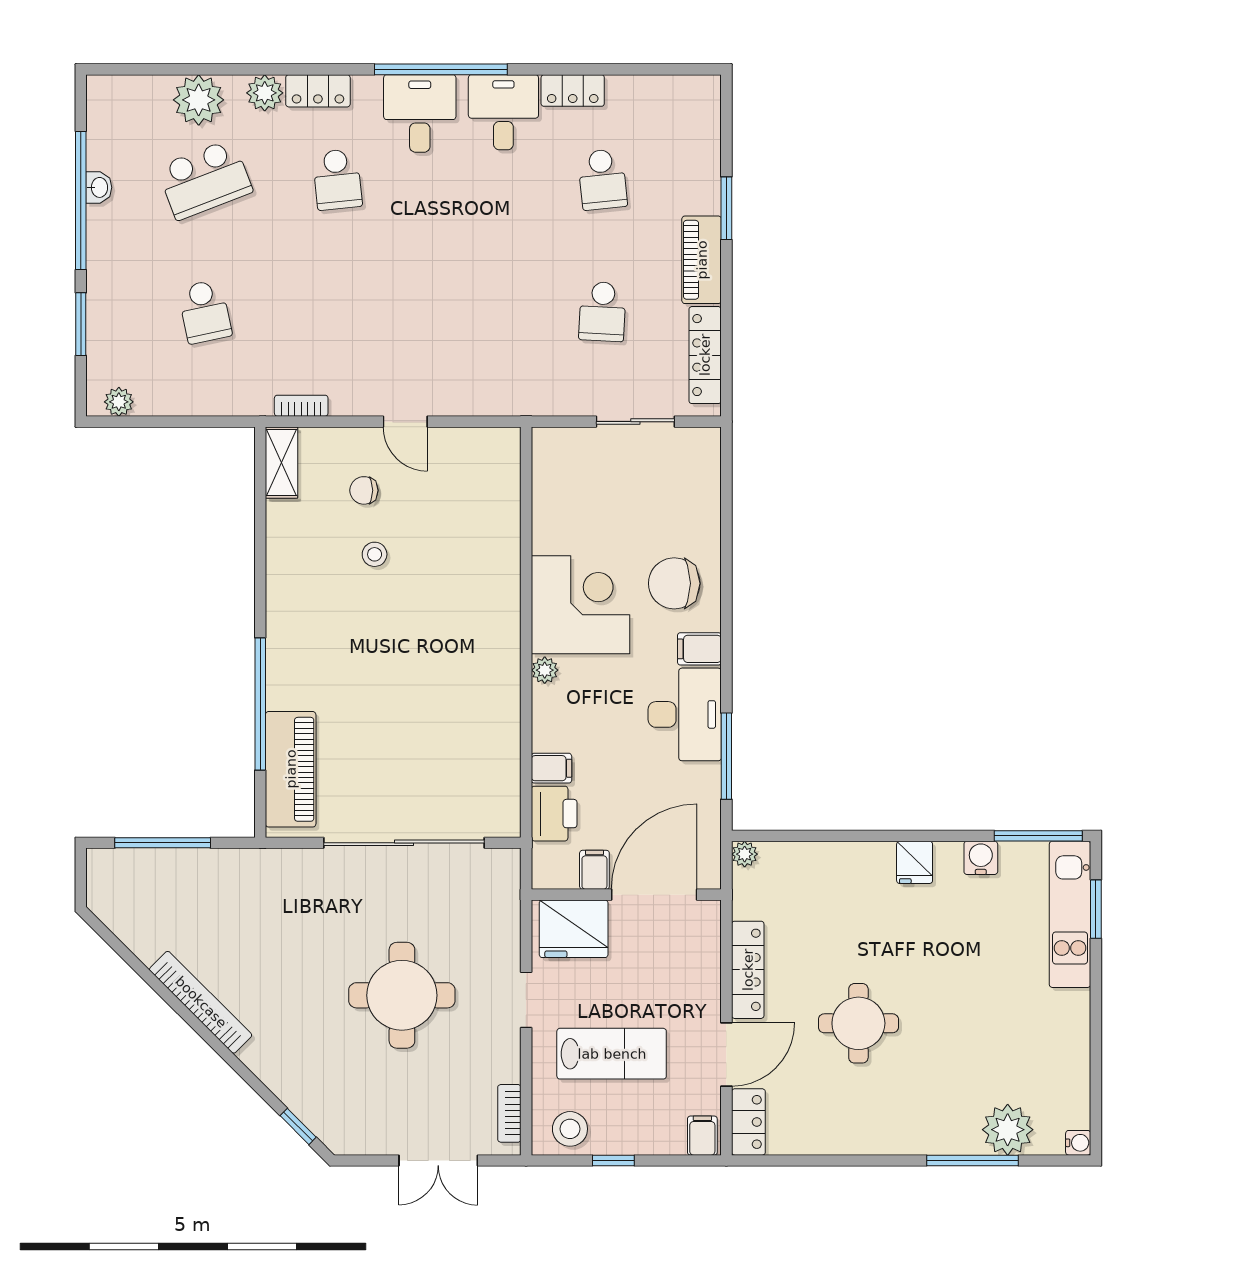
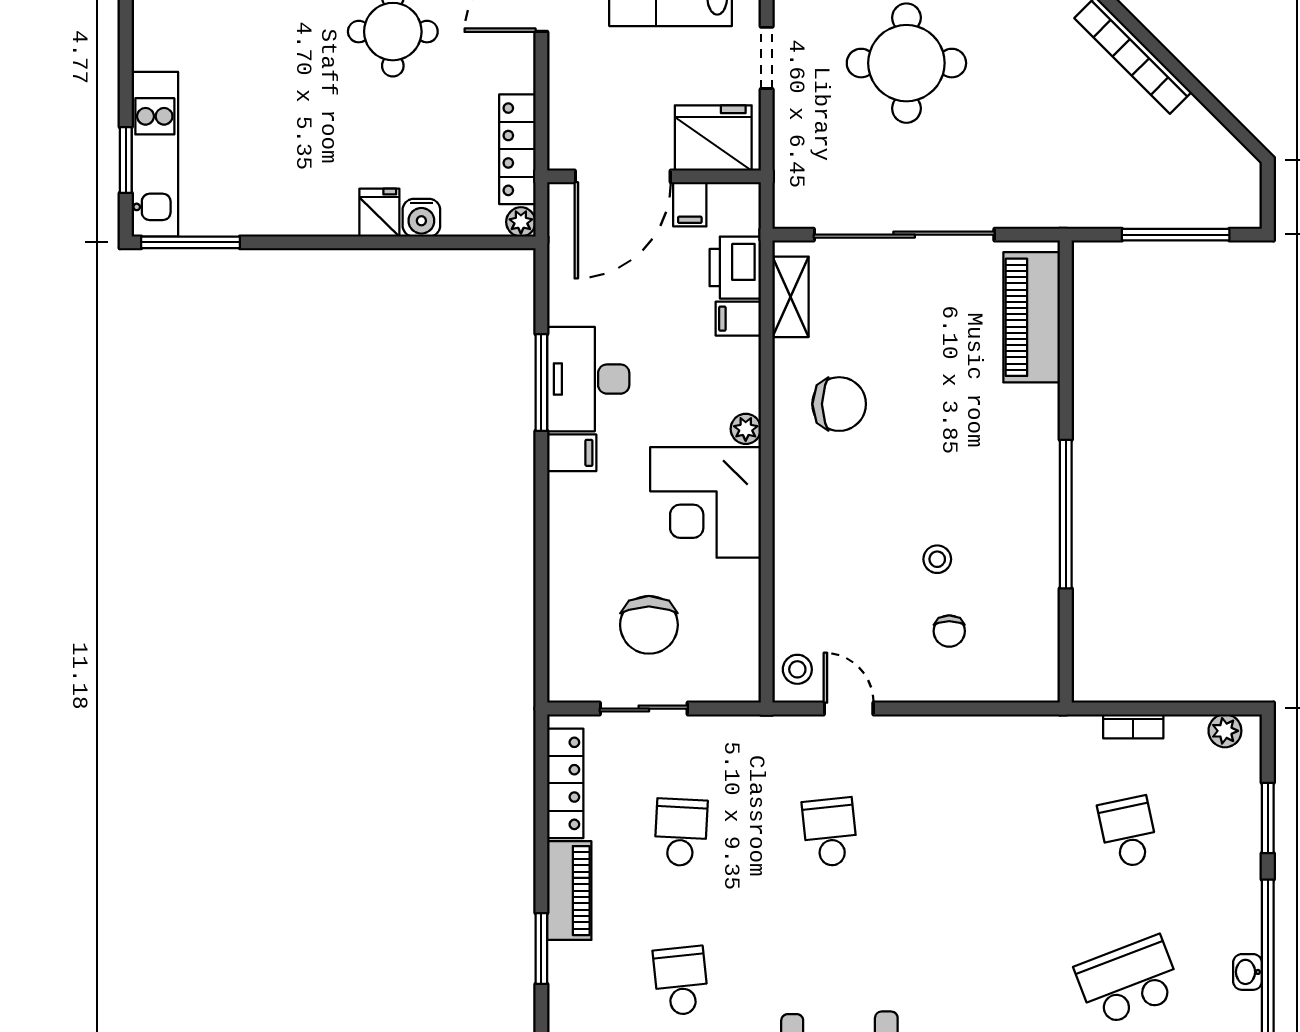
school desk: (337, 179) -> (830, 832), moved
bookcase: (301, 406) -> (1133, 726), moved
door: (405, 422) -> (849, 709), moved
stool: (499, 456) -> (797, 669), added
shelving: (282, 463) -> (791, 297), moved
chair: (364, 490) -> (949, 631), turned 90
chair: (674, 583) -> (649, 625), moved, turned 90
chair: (462, 692) -> (839, 404), added
window: (260, 704) -> (1066, 514), moved
window: (726, 756) -> (541, 382), moved
water cooler: (981, 858) -> (421, 218), moved
fridge: (915, 862) -> (379, 213), moved
locker: (748, 970) -> (517, 149), moved

